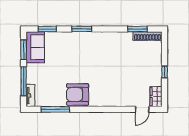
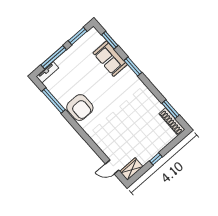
sofa: (35, 47) -> (110, 59), moved, turned 90
armchair: (78, 94) -> (80, 108), turned 180

